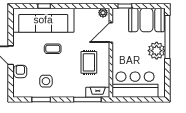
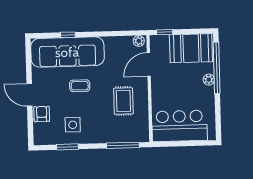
plant: (157, 51) -> (209, 80), width x0.53, depth x0.53
fireplace: (98, 92) -> (135, 136), removed

